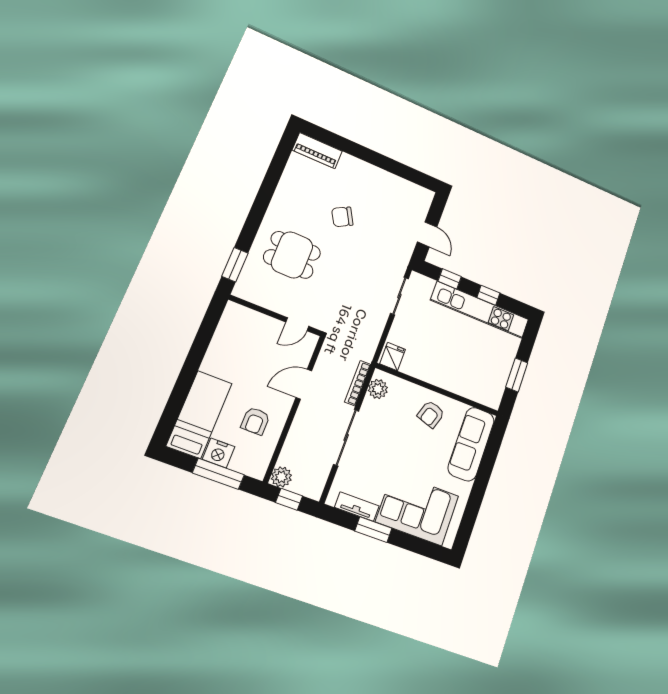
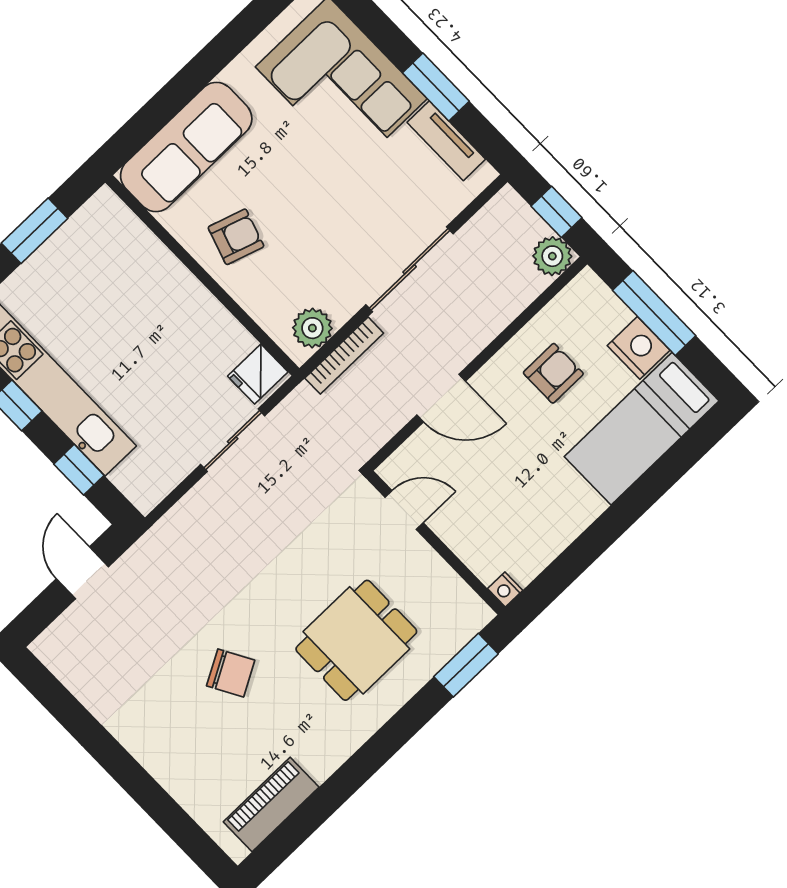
piano: (317, 151) -> (271, 804), moved, turned -90
dining table: (292, 255) -> (356, 640), turned 90
sliding door: (399, 296) -> (233, 440), moved
nightstand: (232, 308) -> (505, 590), added

